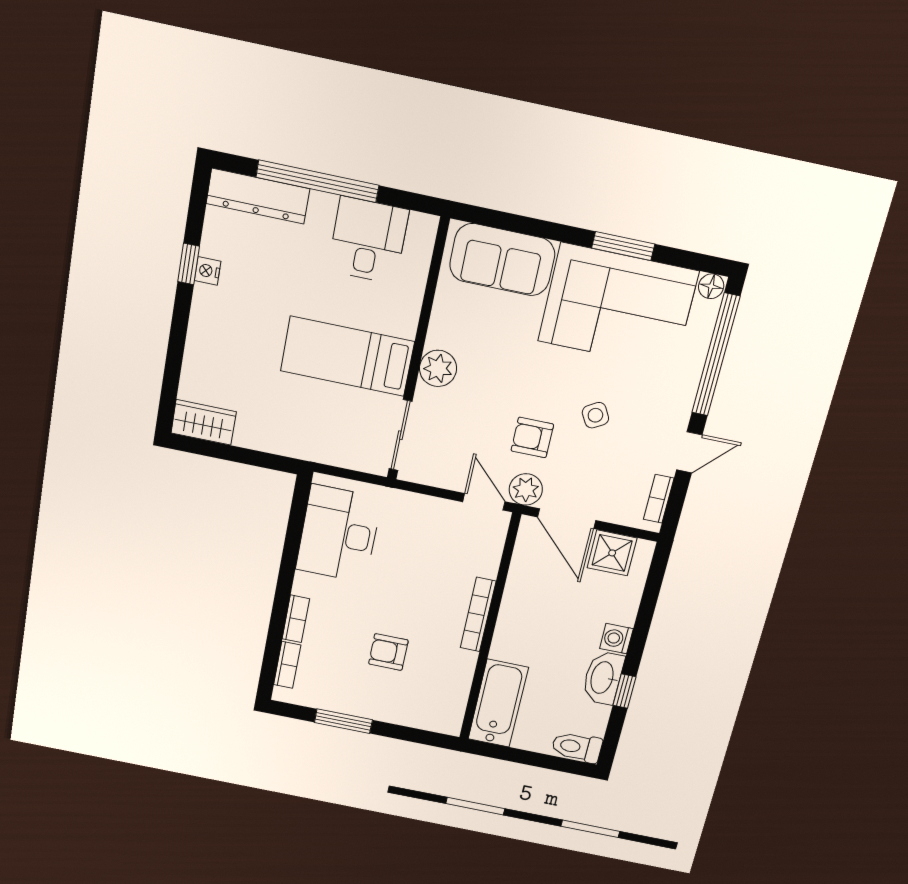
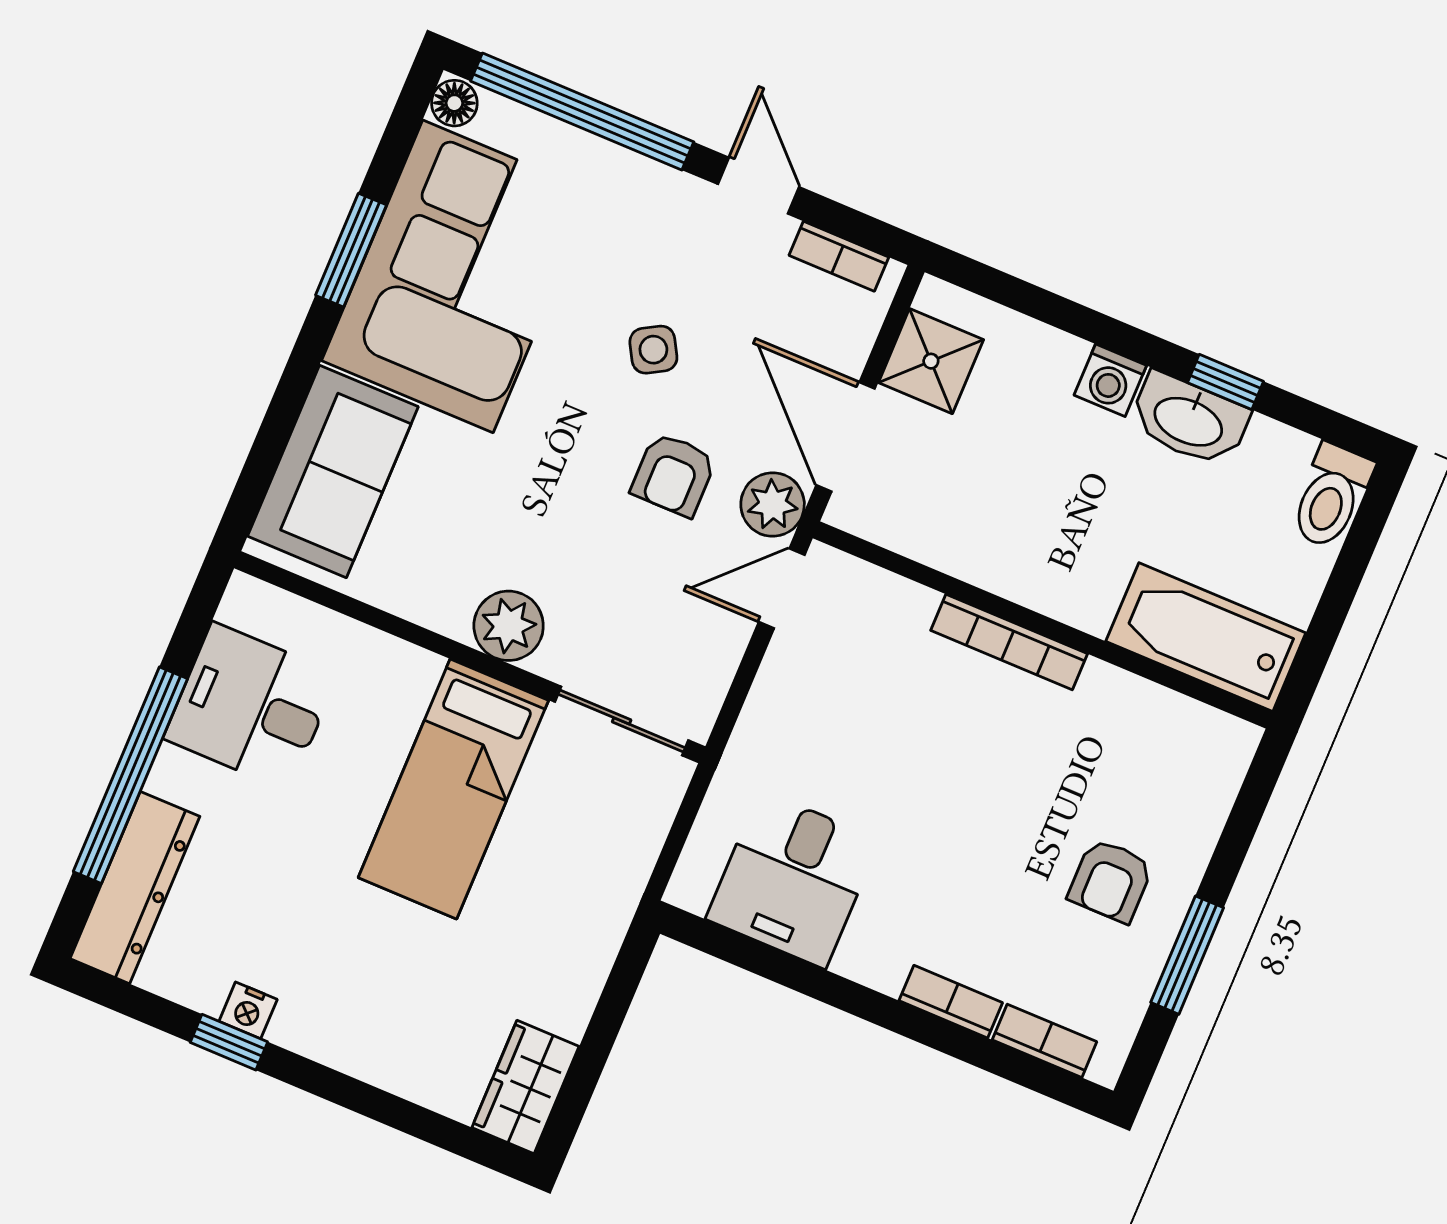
door: (567, 519) -> (845, 437), swing flipped
desk: (339, 534) -> (793, 879), width x0.73
armchair: (388, 652) -> (1111, 881), moved

